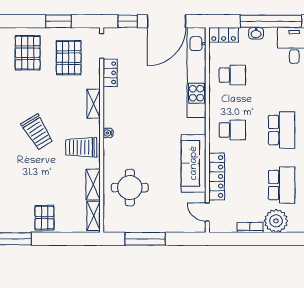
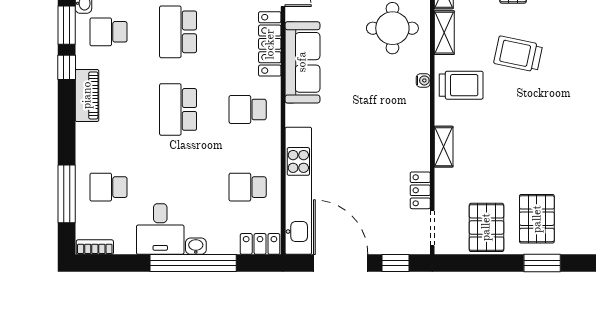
window: (58, 21) -> (542, 263), moved
door: (166, 21) -> (341, 263), hinge flipped
washbasin: (256, 33) -> (196, 246), moved
pallet: (69, 58) -> (486, 227), moved
trolley: (37, 132) -> (518, 54), moved, turned -46
water cooler: (108, 133) -> (423, 80), moved

